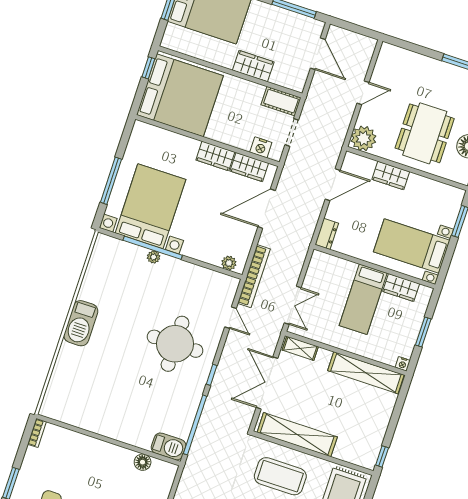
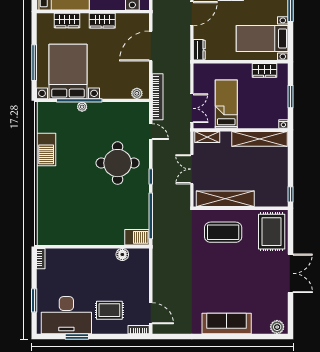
wardrobe: (249, 167) -> (67, 21), moved
bed: (363, 299) -> (226, 104), moved, turned 180
barbecue: (81, 323) -> (46, 150), moved
double door: (267, 383) -> (192, 169), width x0.73

